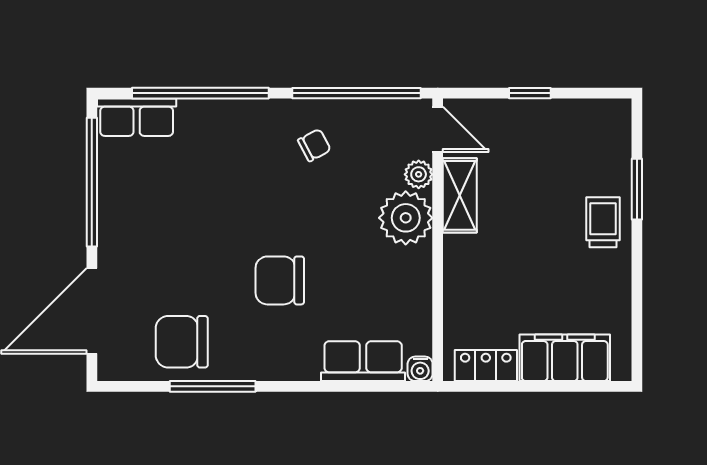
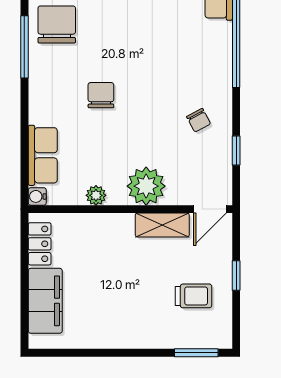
window: (357, 93) -> (236, 151), width x0.32
plant: (419, 174) -> (96, 195), moved
window: (637, 189) -> (196, 353), moved
trolley: (603, 222) -> (194, 296), moved
chair: (280, 280) -> (101, 95), width x0.73, depth x0.73

